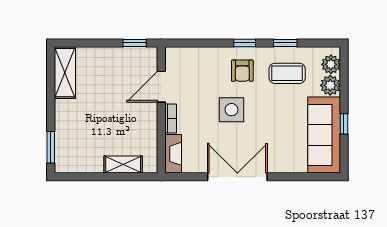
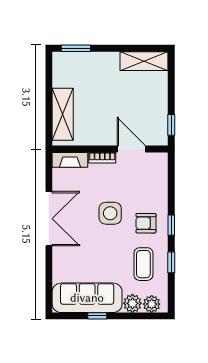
shelving: (123, 165) -> (63, 114), width x1.50, depth x1.33

